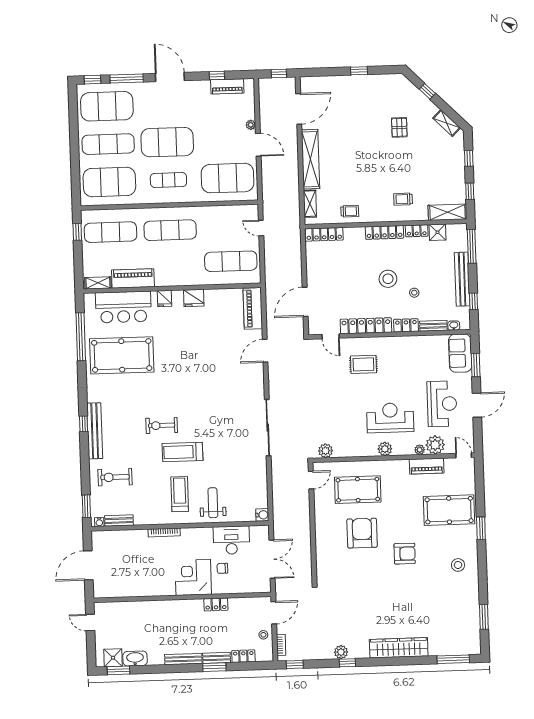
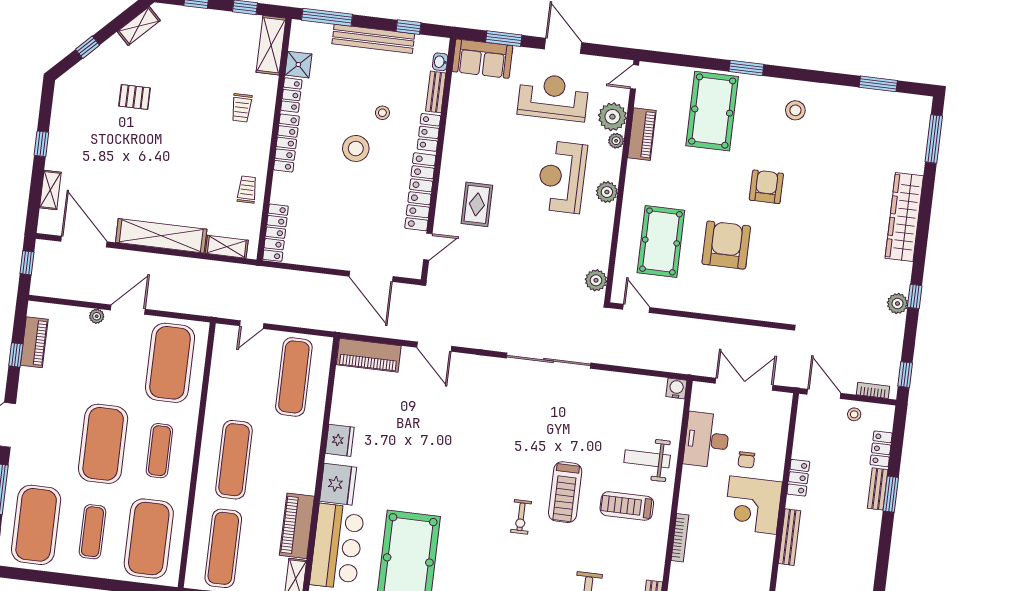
shelving: (329, 81) -> (50, 190), added
exercise mat: (108, 144) -> (92, 532), width x0.73, depth x0.69
fridge: (164, 299) -> (338, 484), width x1.88, depth x1.34
exercise bike: (162, 425) -> (521, 517), width x0.73, depth x0.72
armchair: (362, 533) -> (726, 245), turned 90
bench: (183, 659) -> (789, 537), moved

